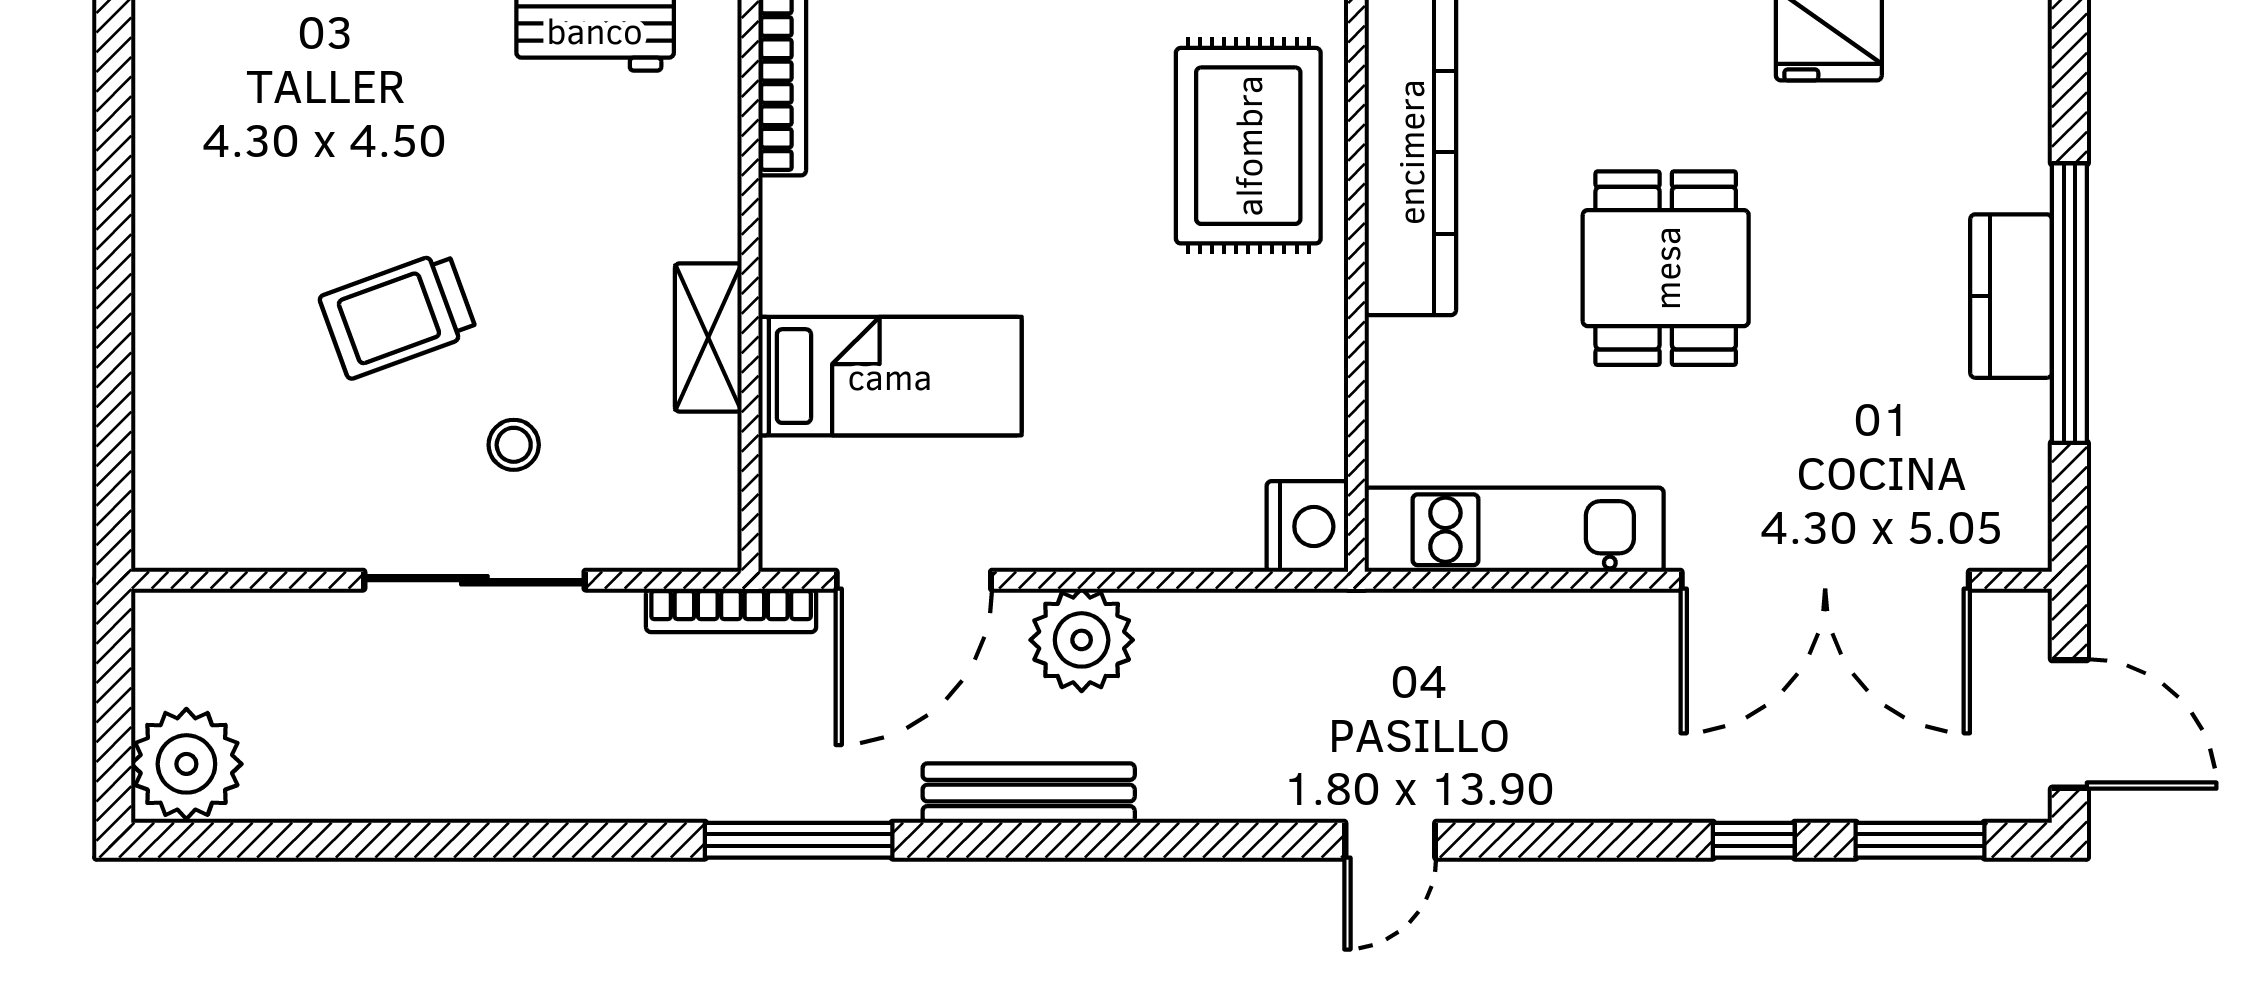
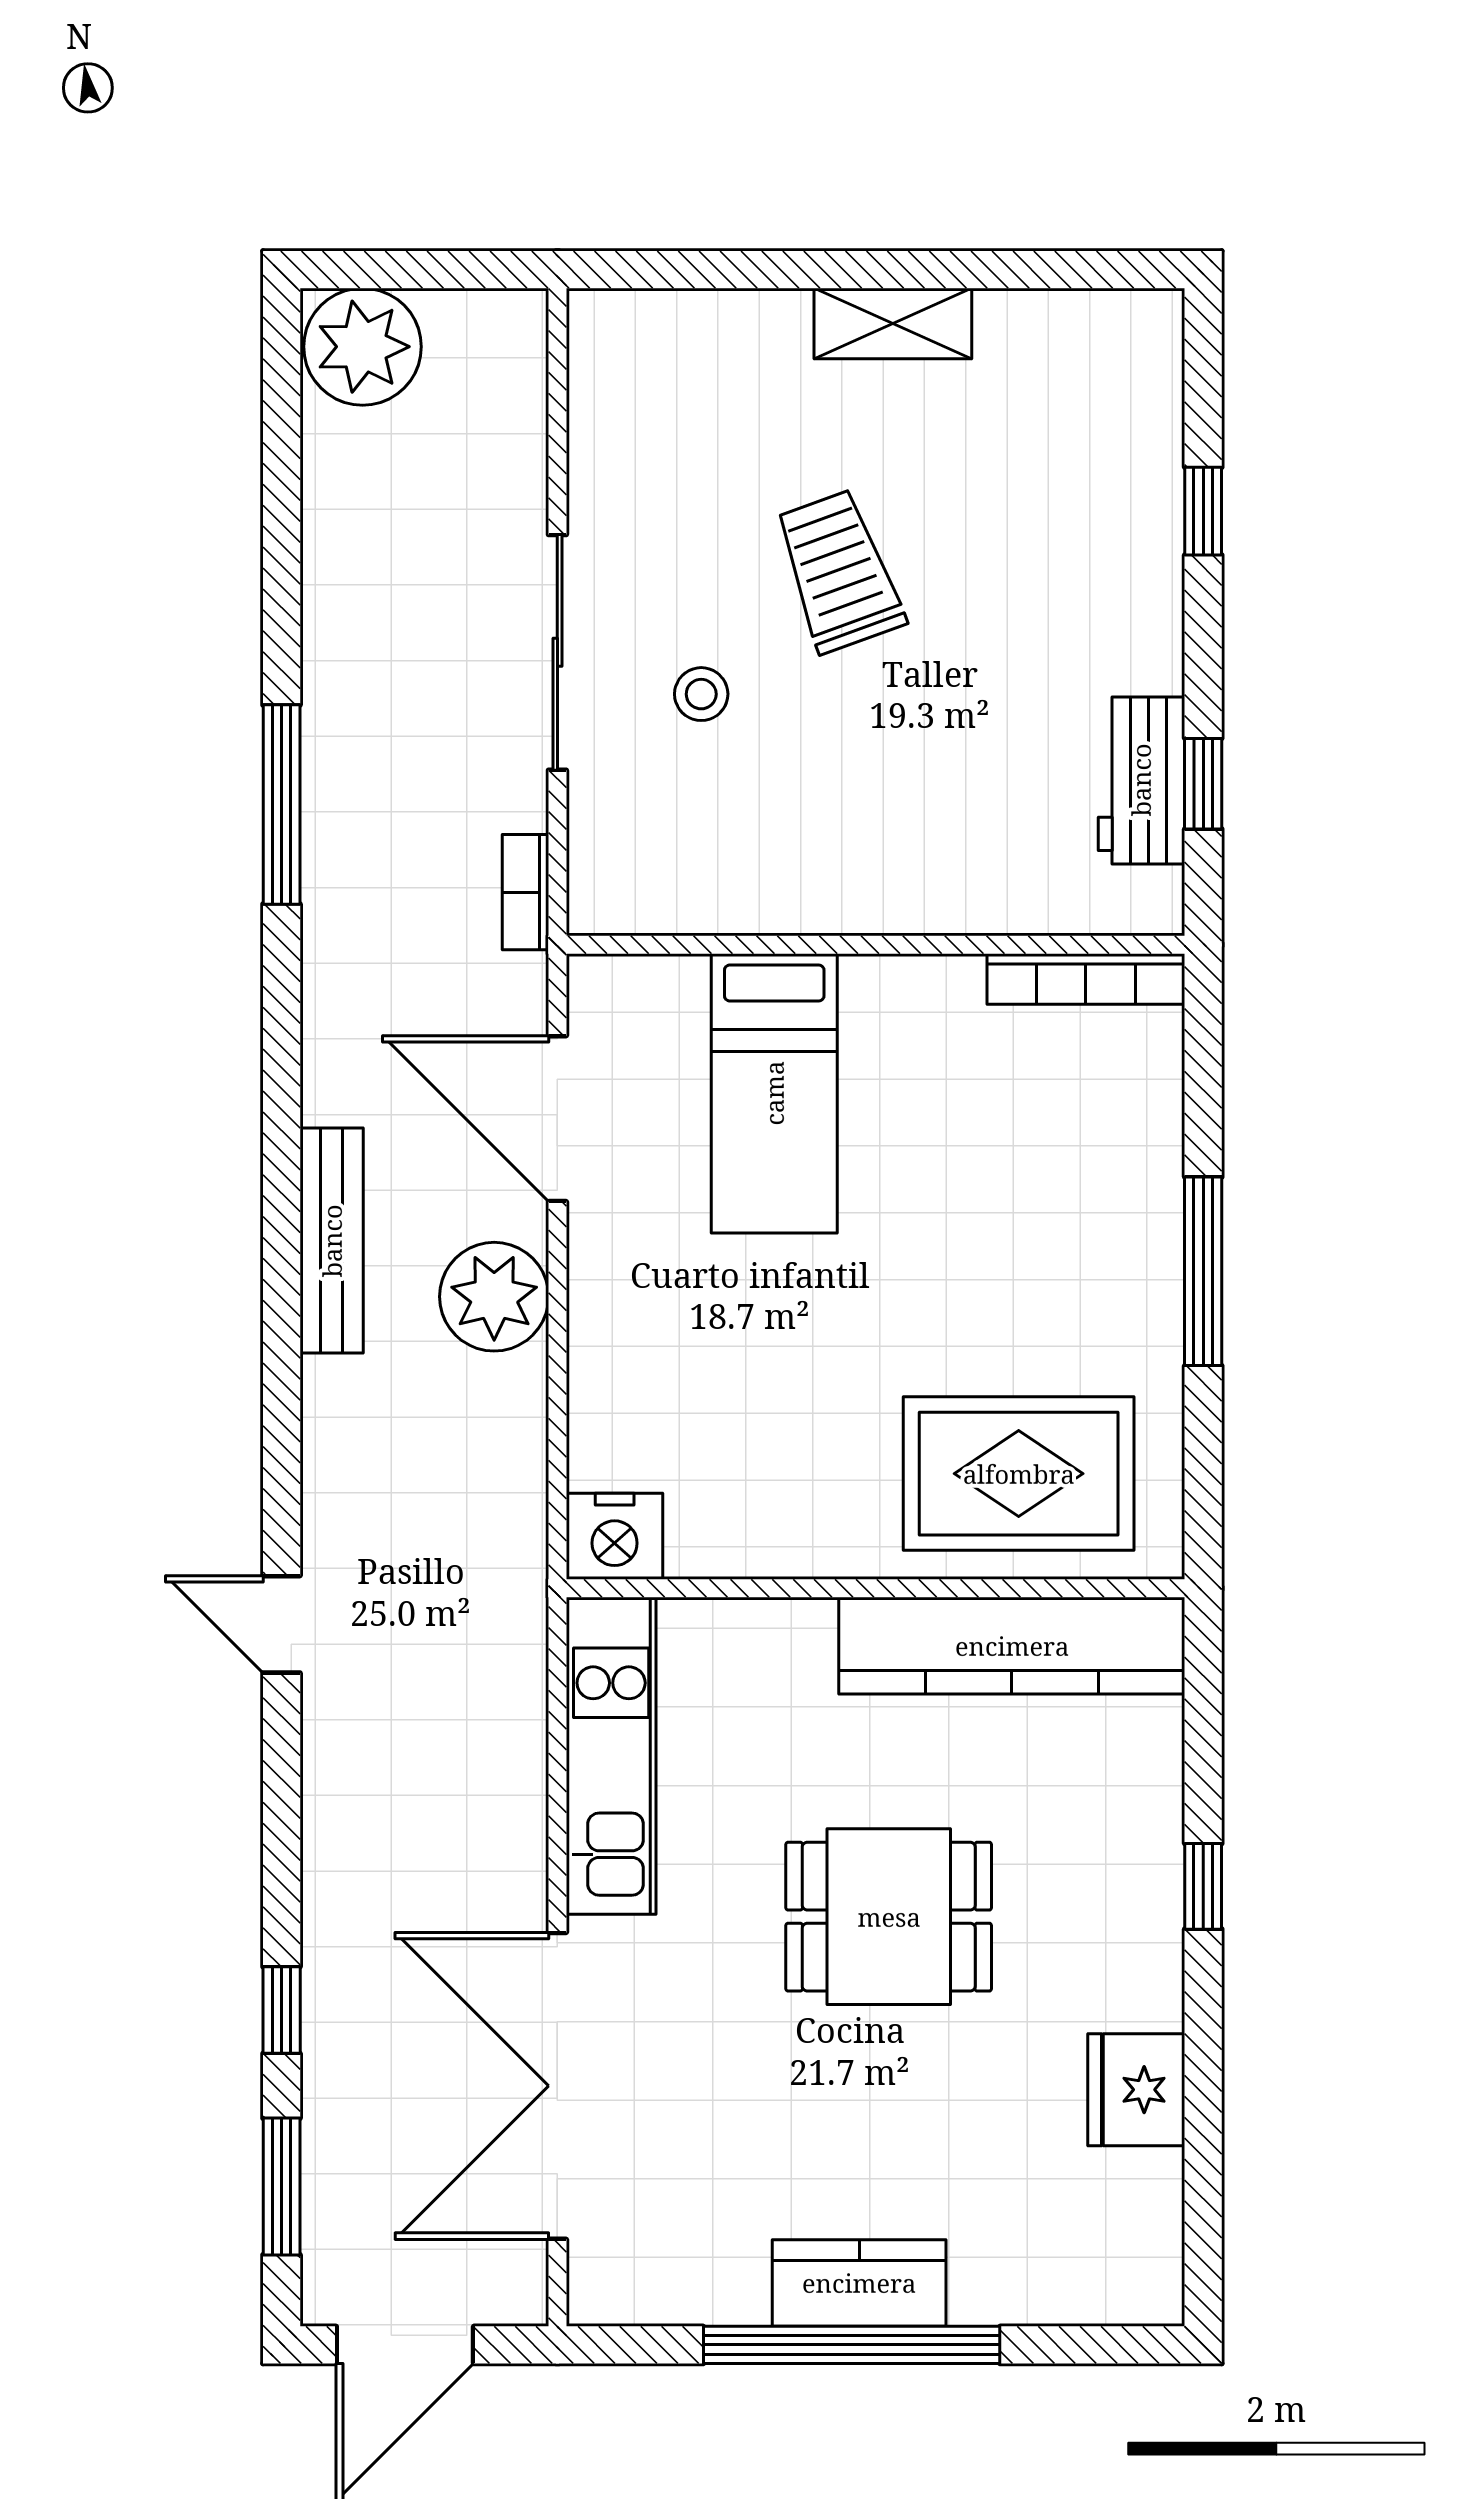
shelving: (708, 337) -> (893, 323), moved
bookcase: (731, 610) -> (526, 892), width x0.64
window: (799, 840) -> (282, 804), moved

